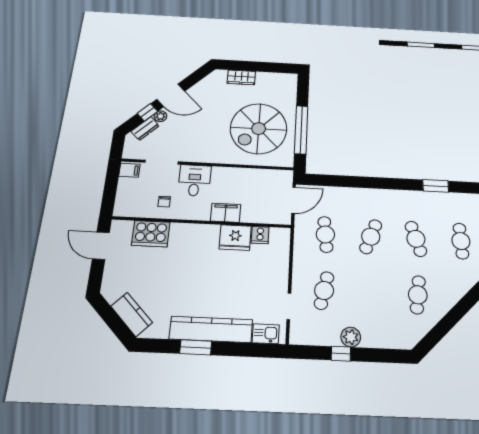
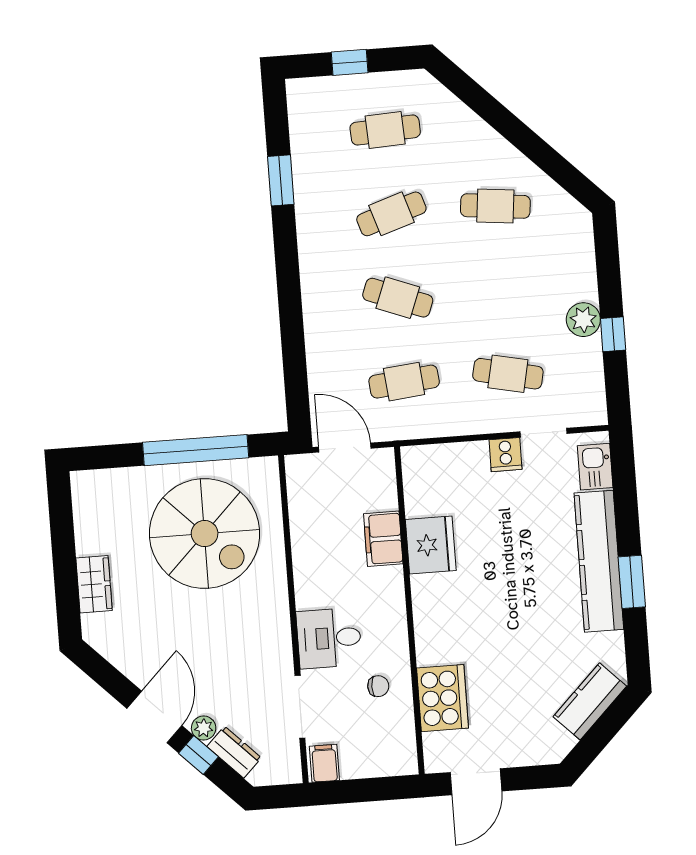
filing cabinet: (226, 213) -> (383, 539), moved
cooker: (260, 235) -> (506, 455), moved, turned 90

